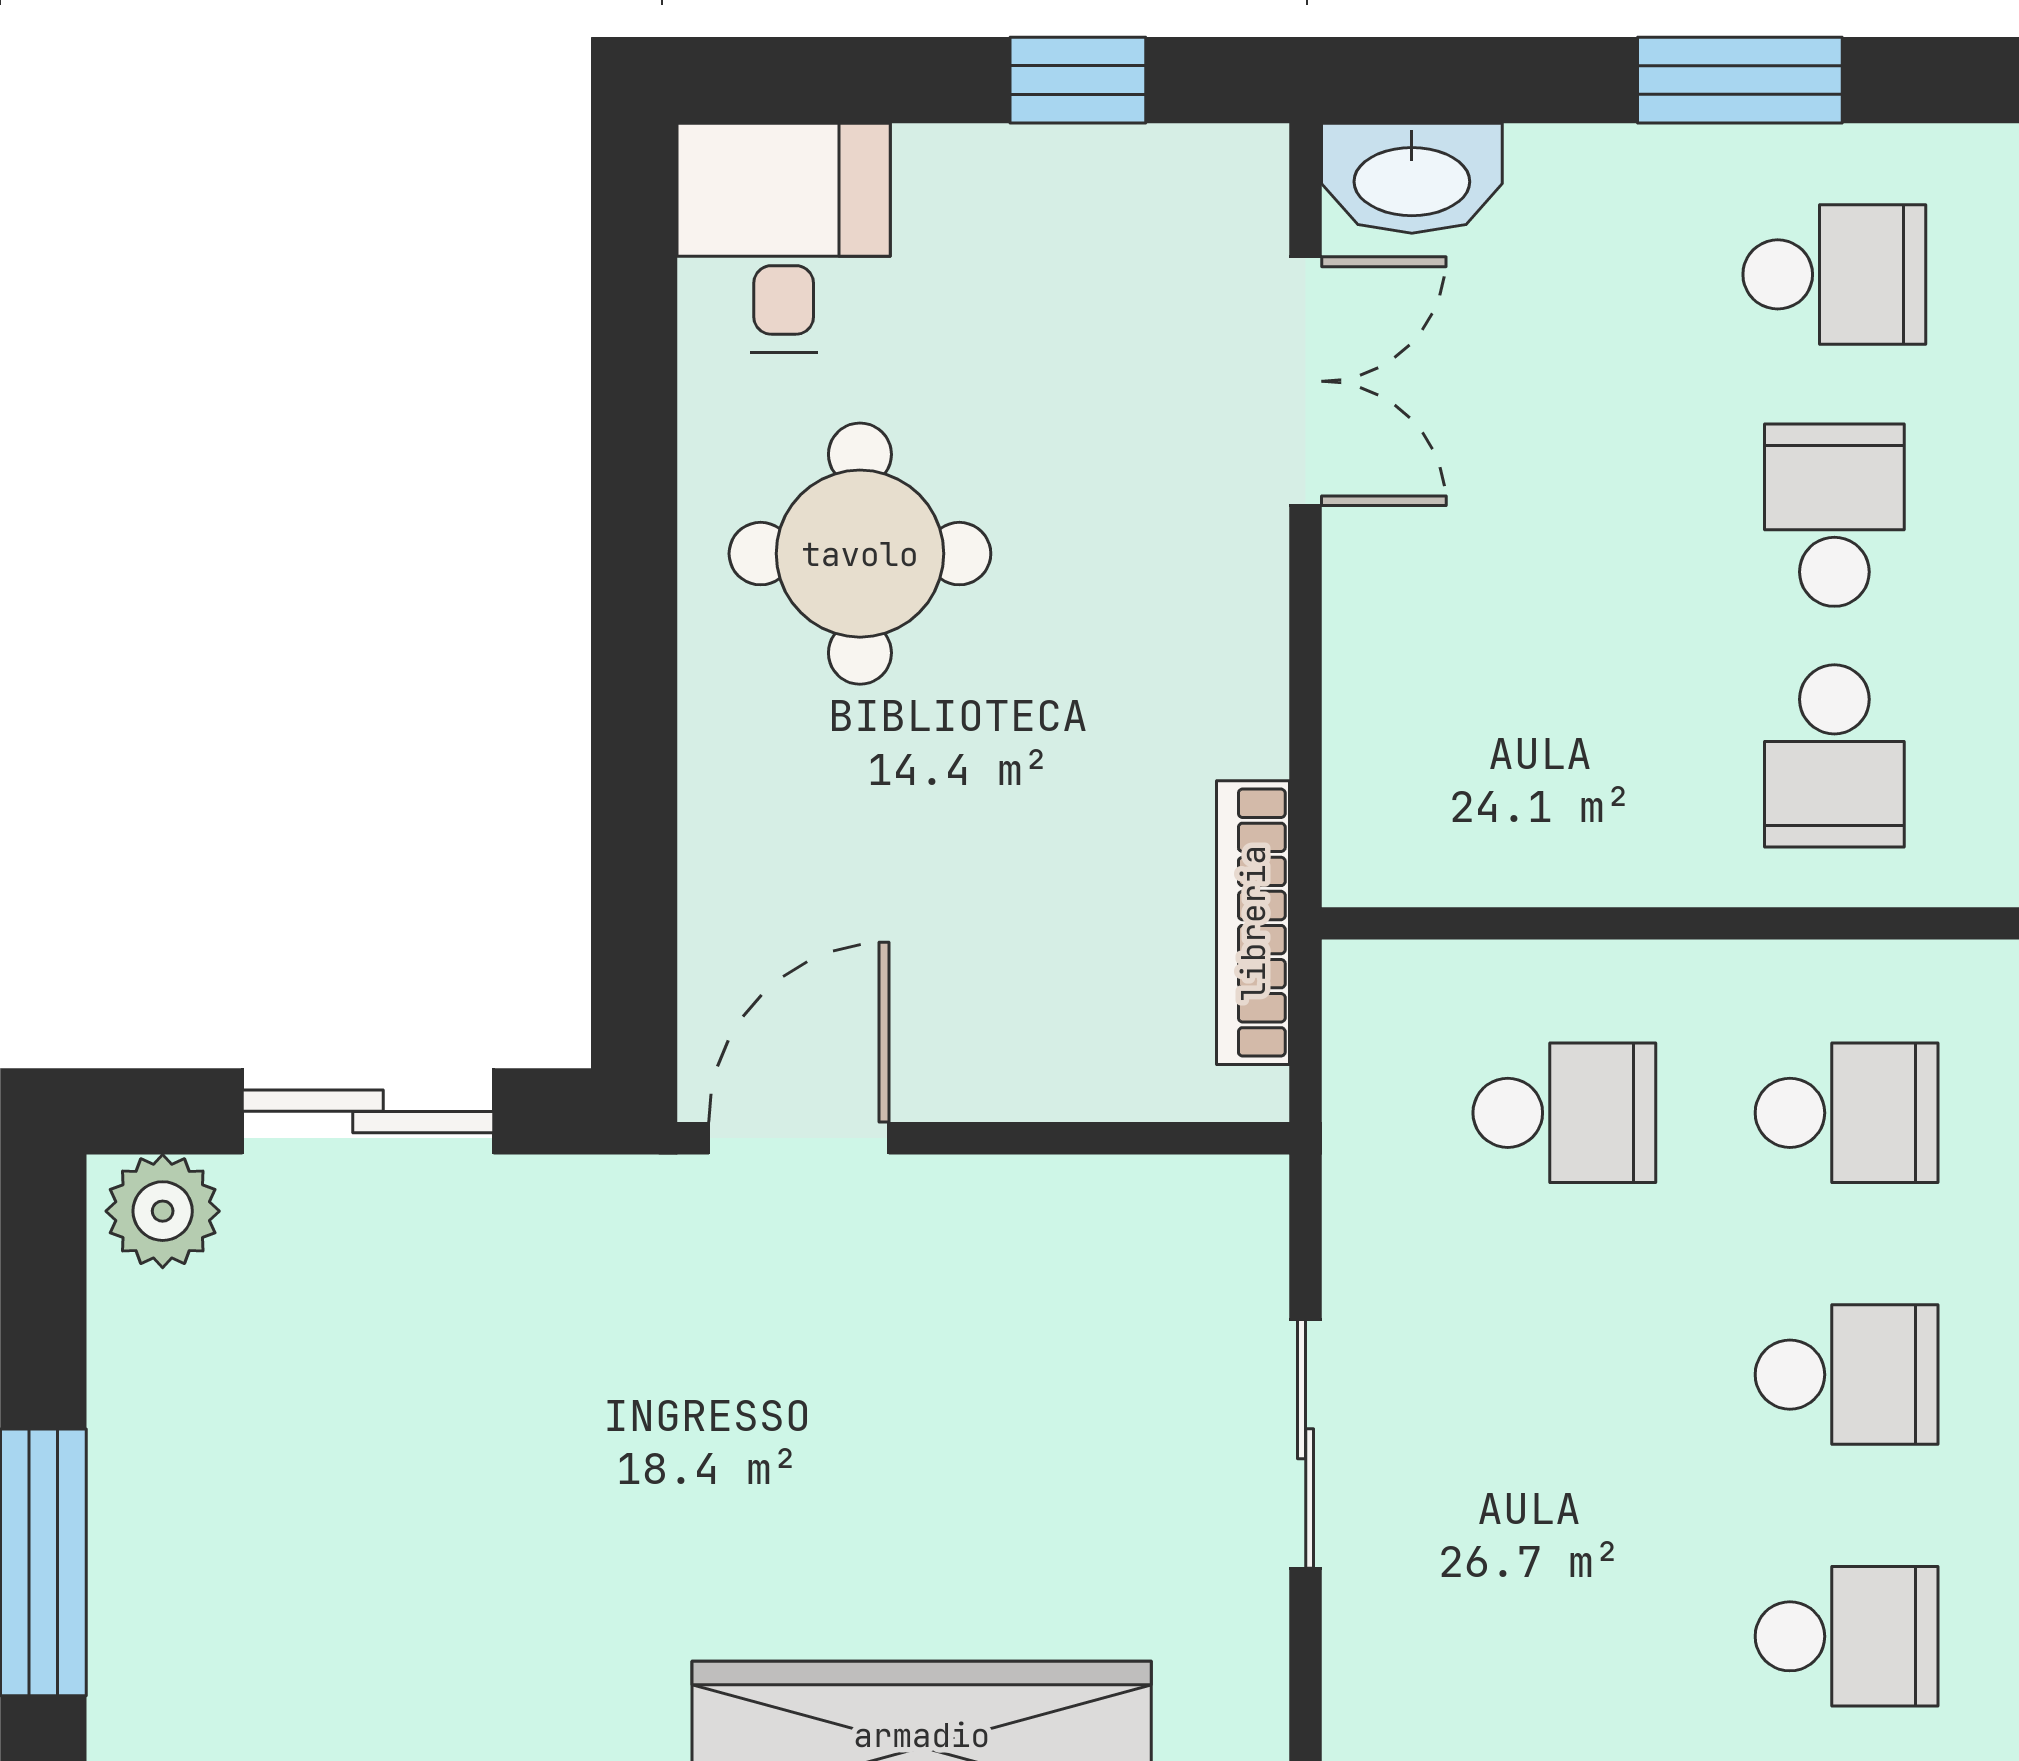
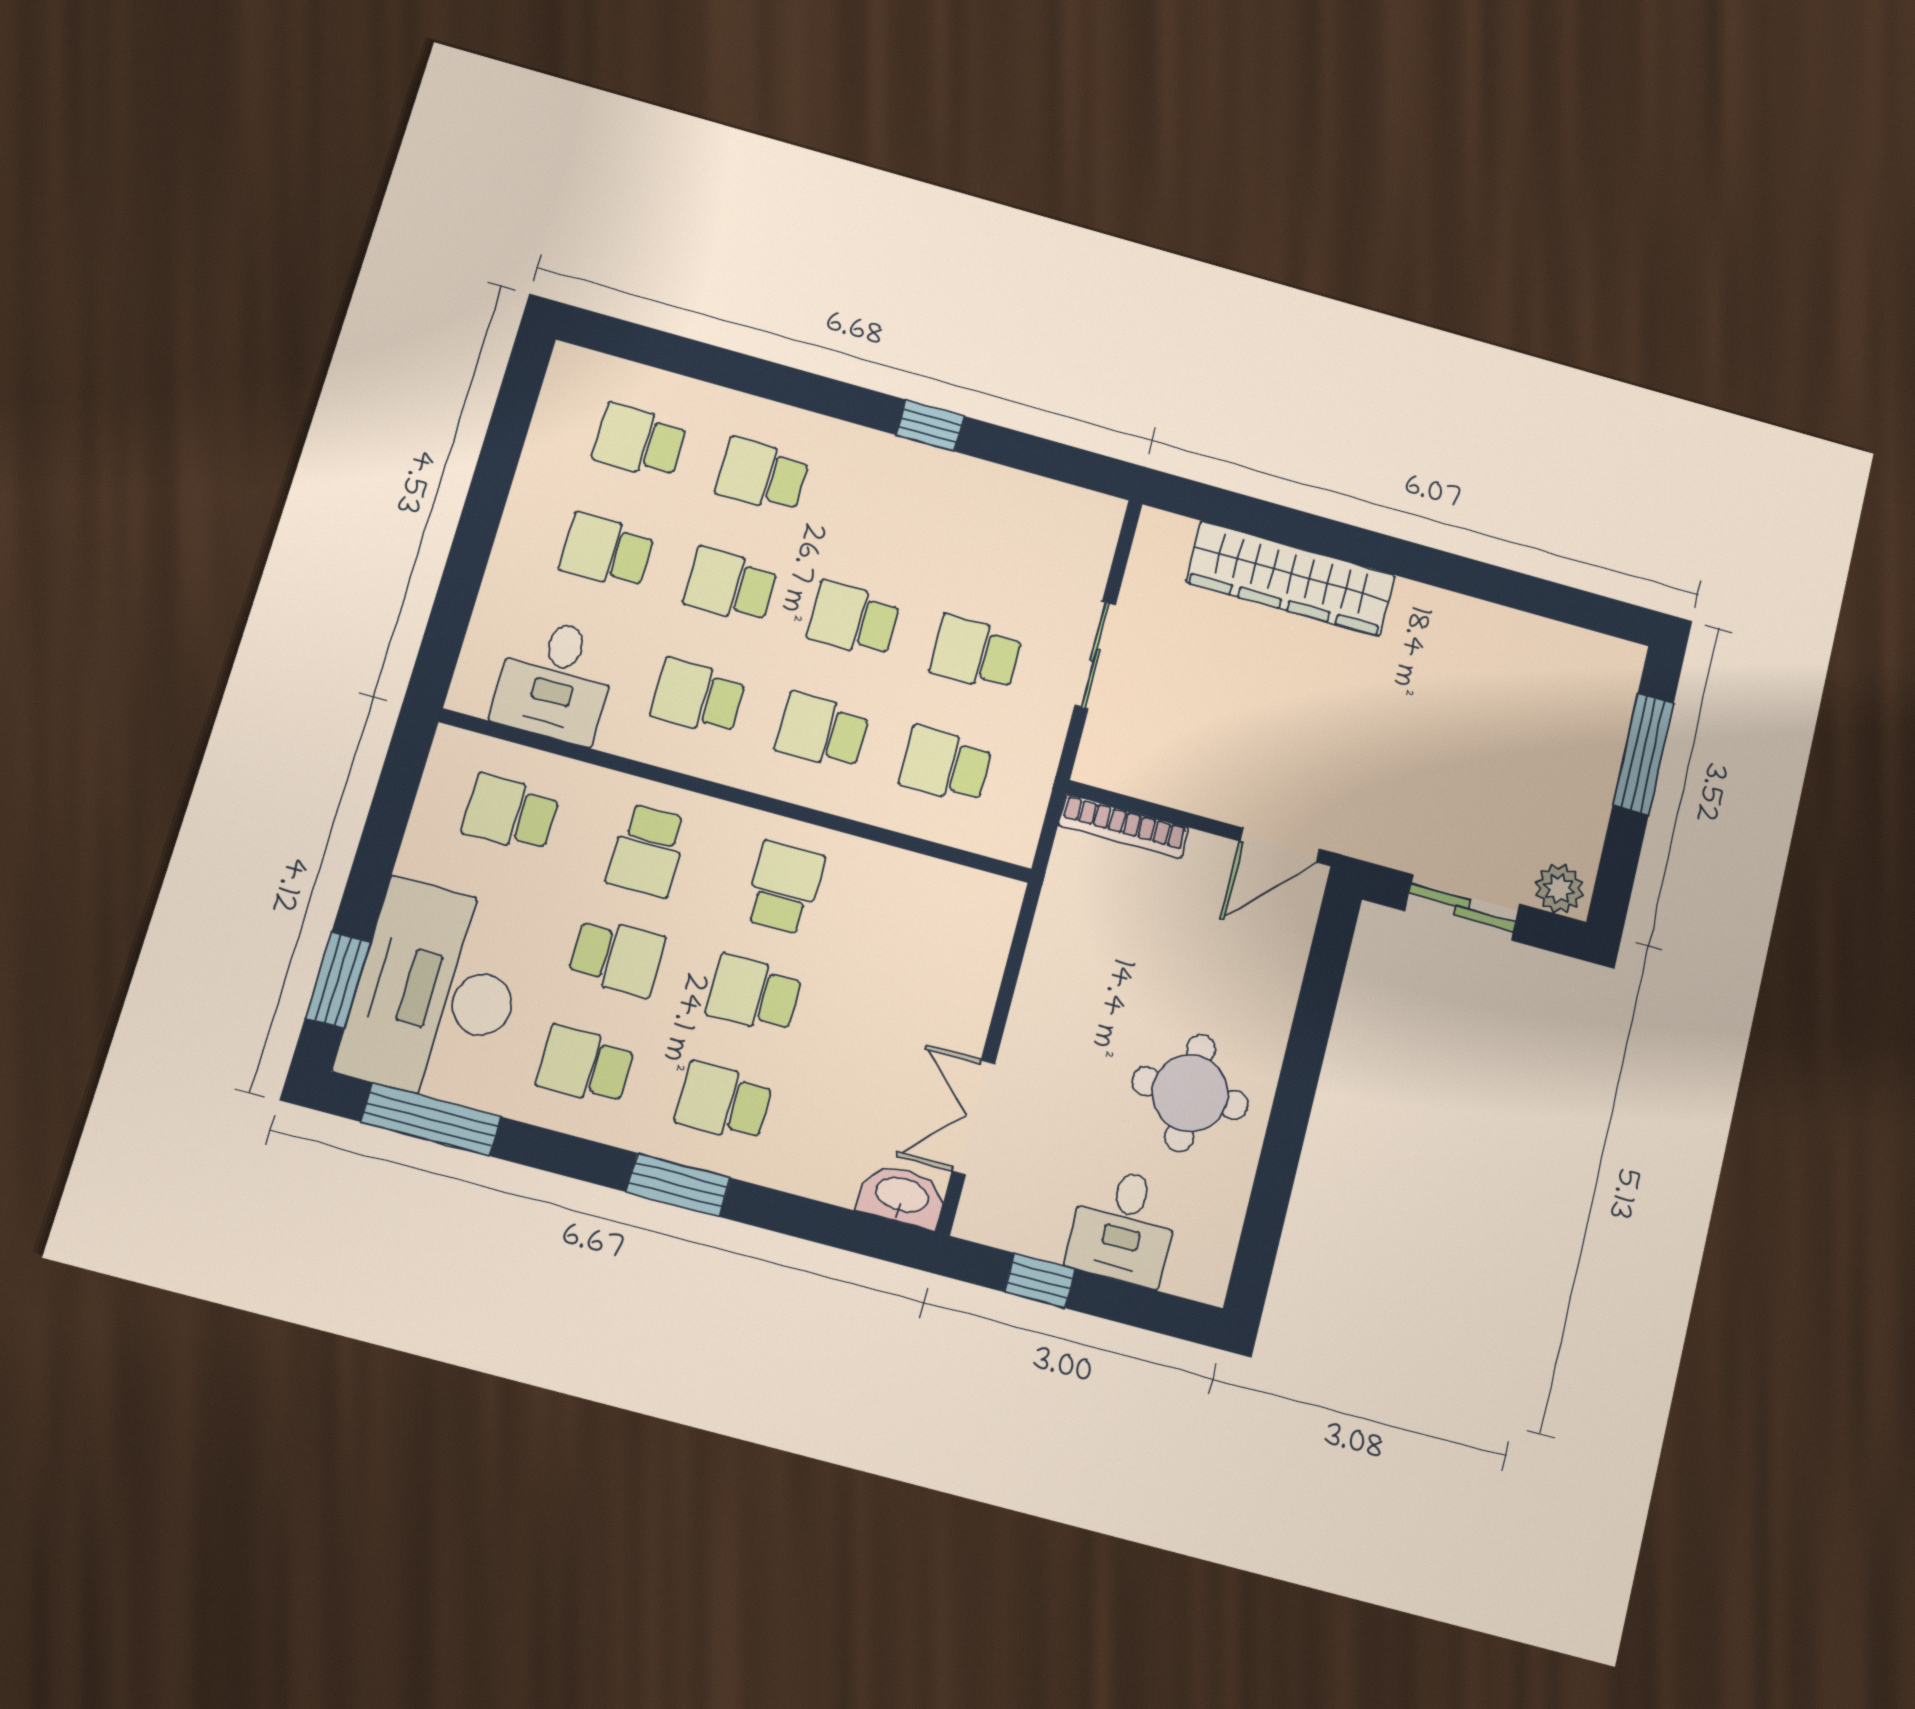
window: (1740, 80) -> (678, 1185), moved
desk: (784, 238) -> (1124, 1226), moved
school desk: (1834, 515) -> (754, 994), turned 90
bookcase: (1253, 923) -> (1124, 826), moved, turned 90
school desk: (1847, 1636) -> (976, 653), moved

